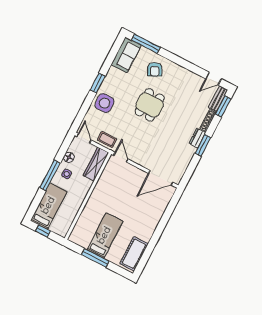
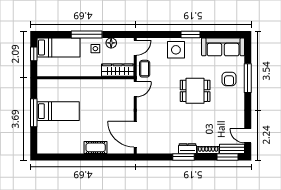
window: (146, 44) -> (248, 78), moved
sofa: (126, 55) -> (223, 47), width x1.36
armchair: (155, 69) -> (229, 79), turned -63
cot: (134, 254) -> (96, 147), moved, width x0.73, depth x0.75

